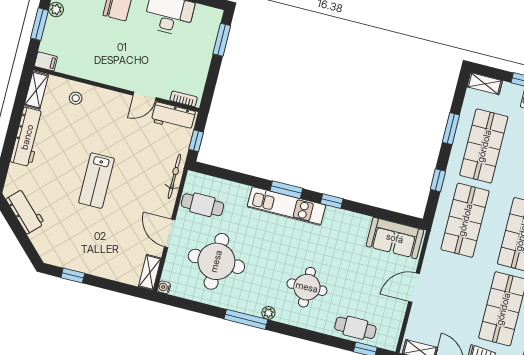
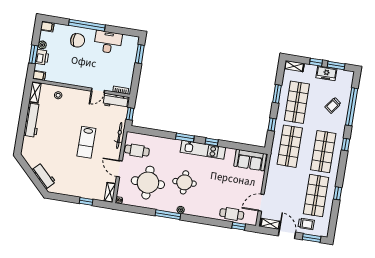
printer: (54, 31) -> (42, 57), added
lab bench: (96, 181) -> (86, 142), moved
kitchen unit: (286, 206) -> (203, 150), moved
workbench: (25, 211) -> (44, 176), moved
window: (73, 275) -> (86, 201), moved
round table: (307, 287) -> (184, 182), moved
door: (414, 288) -> (261, 203), moved

